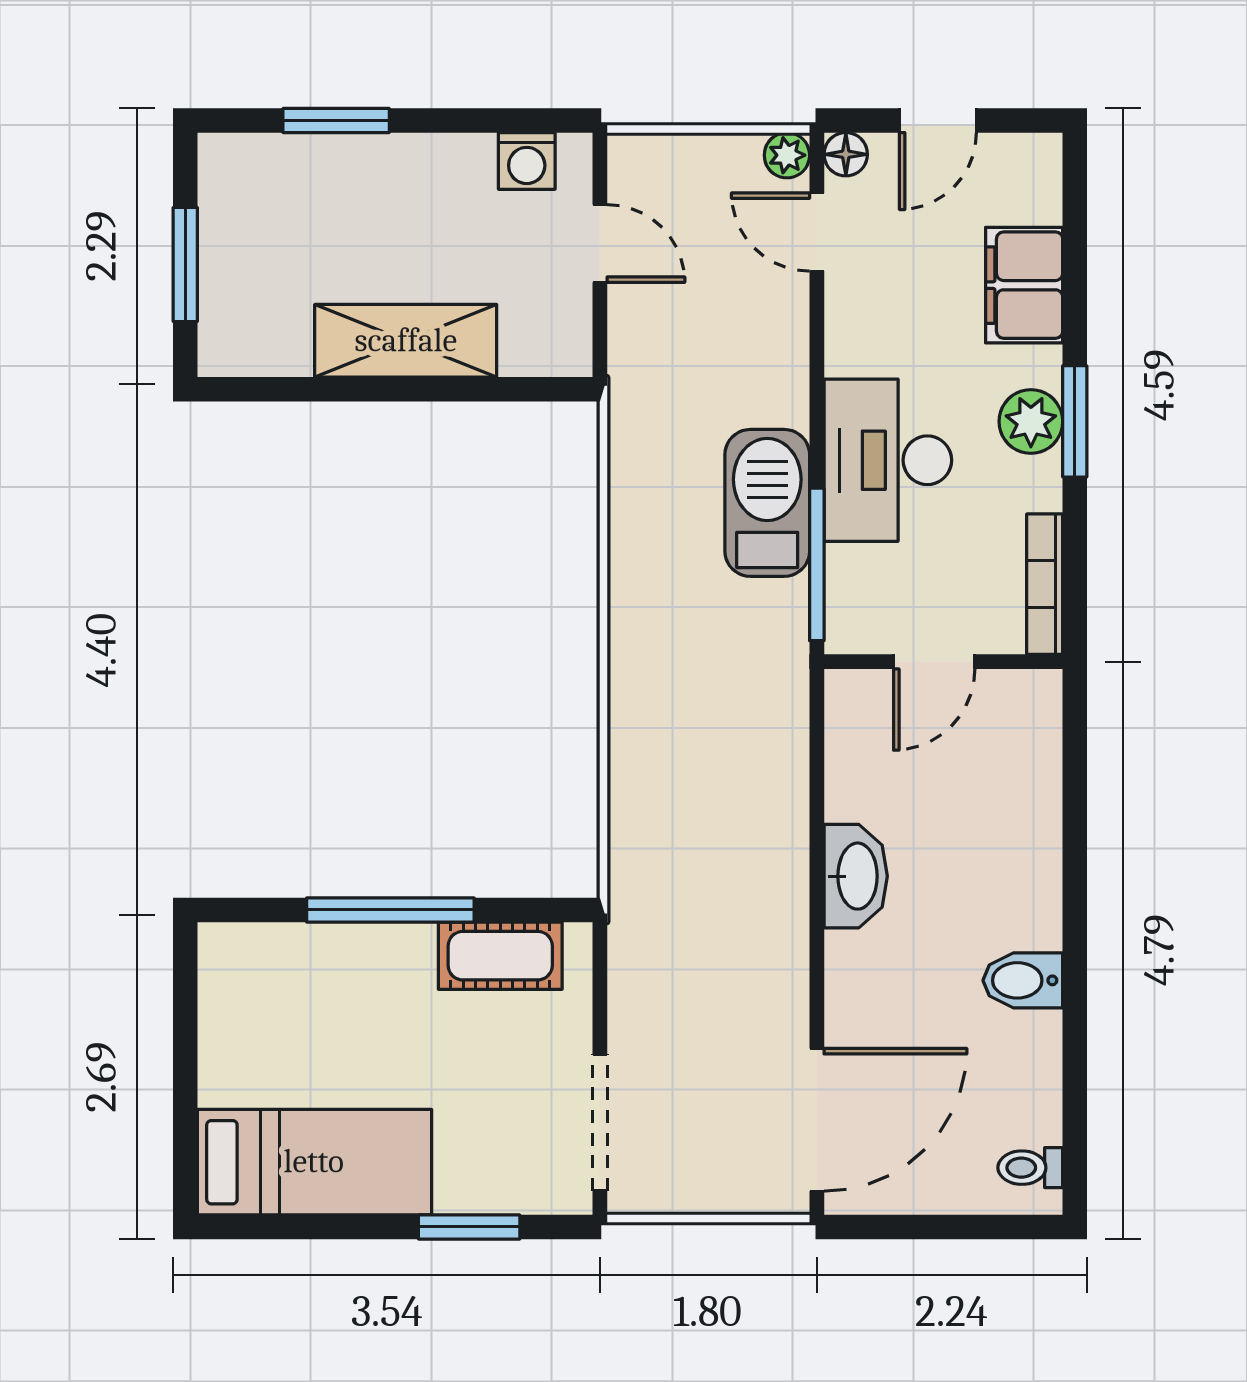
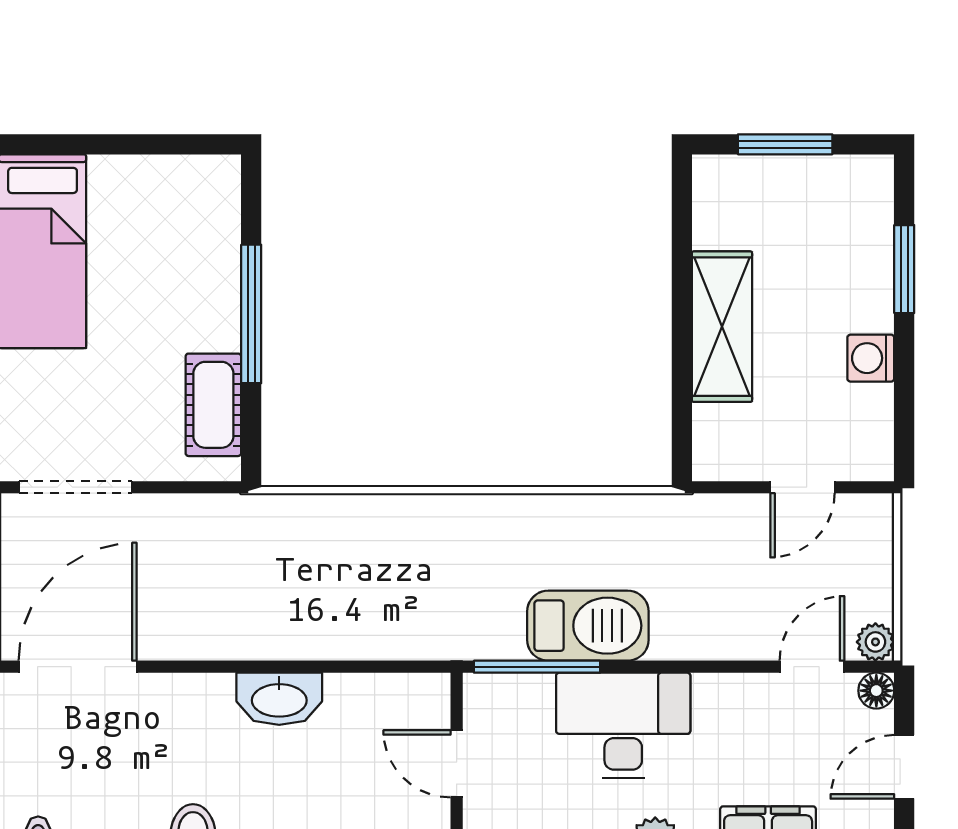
door: (938, 121) -> (904, 767), hinge flipped
washing machine: (527, 161) -> (871, 358), moved
door: (817, 1120) -> (78, 667), swing flipped

